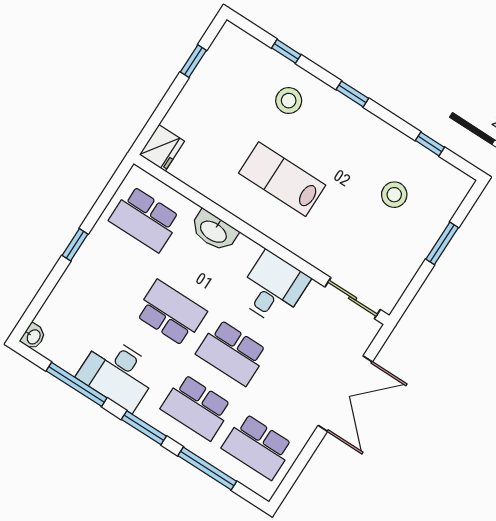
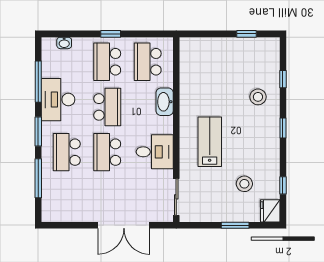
fridge: (162, 148) -> (270, 211), moved, turned 90
lab bench: (282, 179) -> (210, 142), moved
washbasin: (33, 337) -> (64, 43), moved
school desk: (258, 447) -> (107, 62), moved

